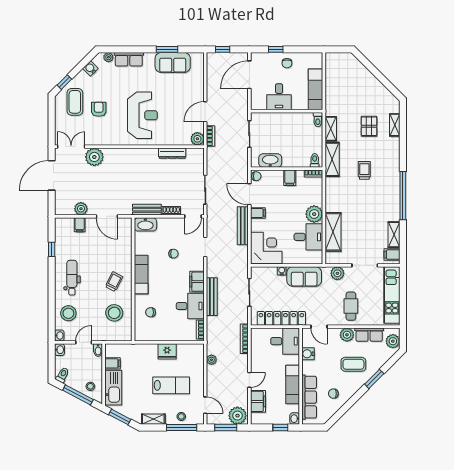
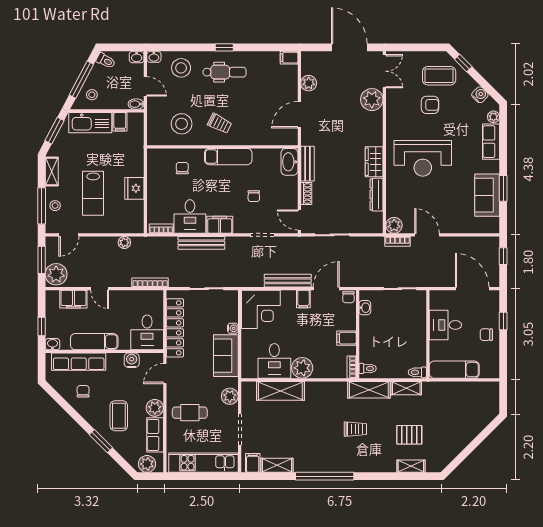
wardrobe: (145, 155) -> (374, 162), added
washbasin: (270, 161) -> (365, 308), width x0.52, depth x0.69
filing cabinet: (80, 225) -> (289, 58), moved
window: (52, 249) -> (224, 47), moved

